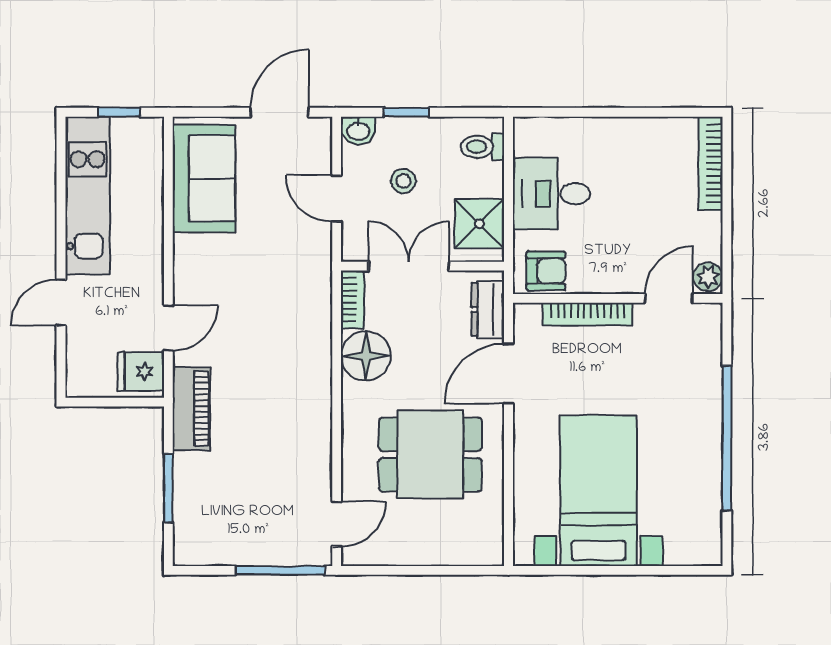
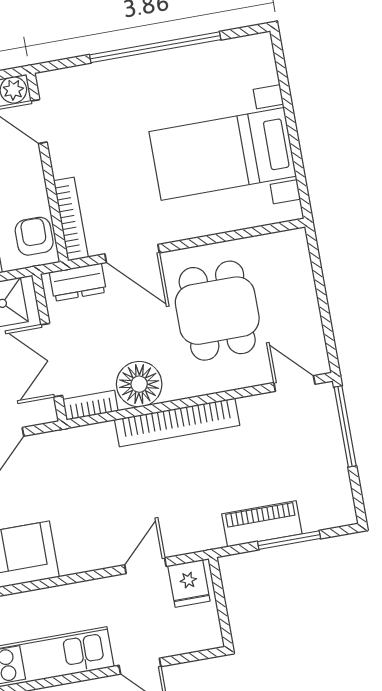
bookcase: (588, 314) -> (71, 219), moved
door: (168, 328) -> (145, 566), hinge flipped
bookcase: (317, 390) -> (177, 422), added
piano: (191, 409) -> (262, 524), moved

